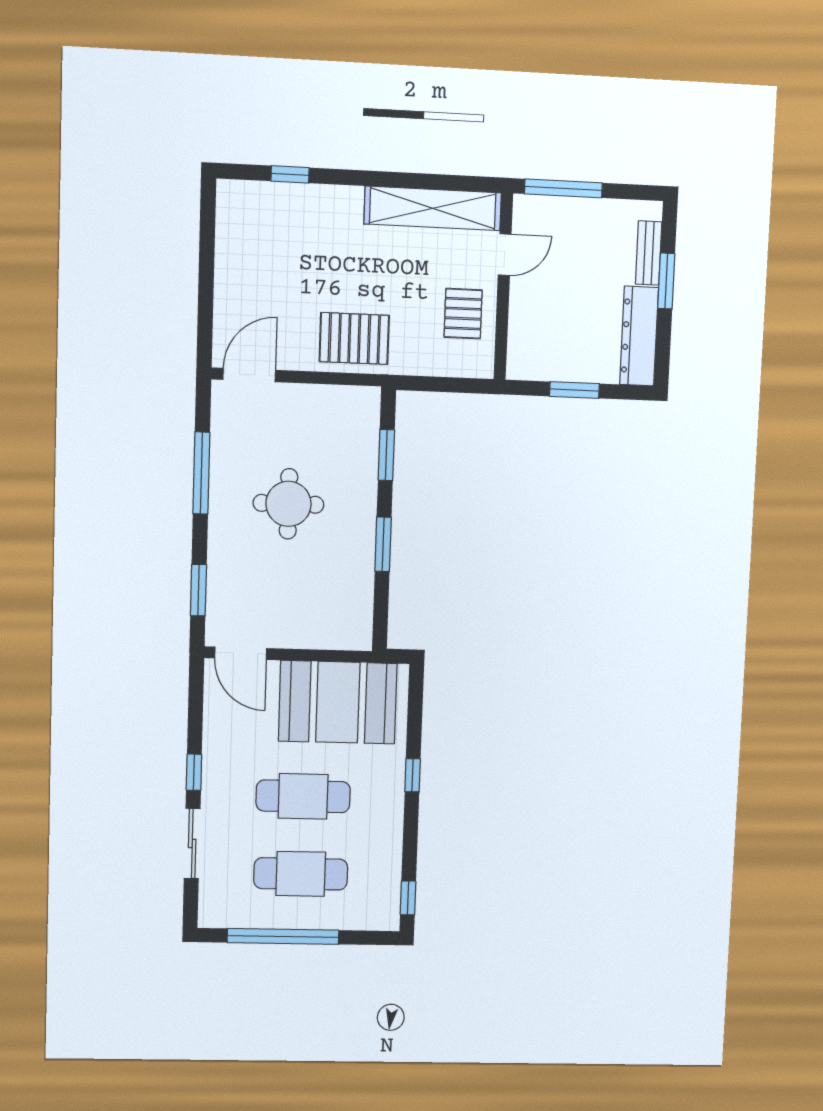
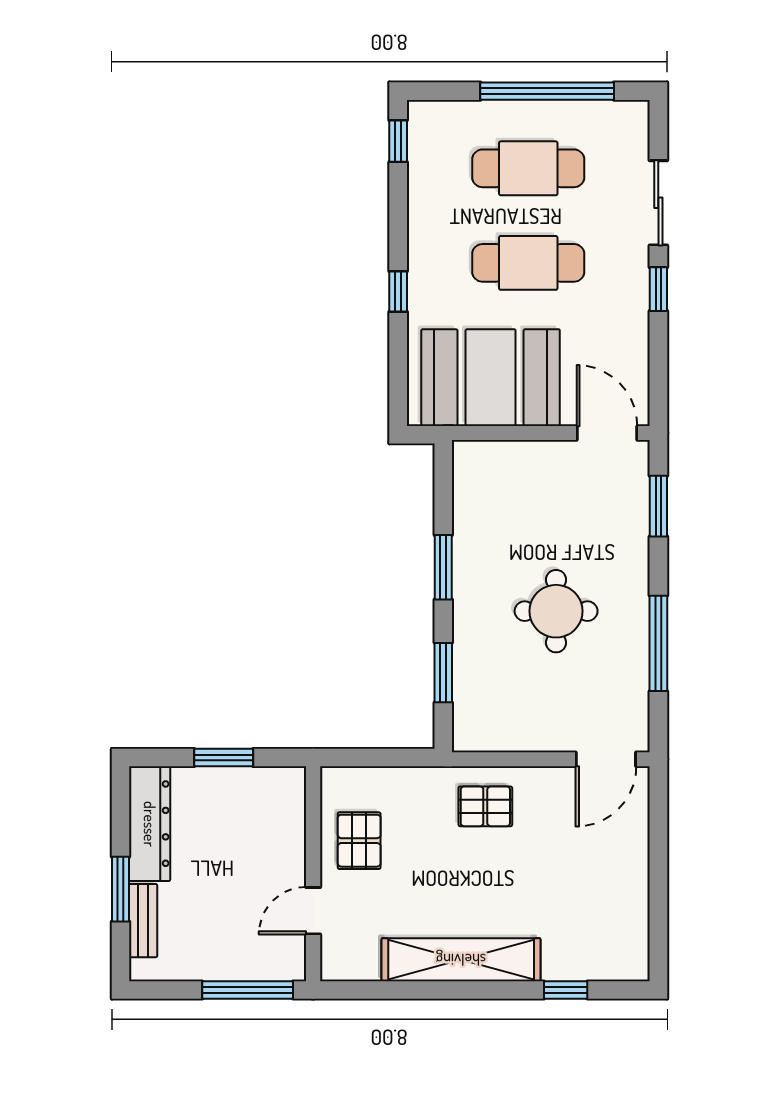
shelving: (433, 208) -> (461, 960), moved
pallet: (354, 338) -> (485, 806), width x0.67, depth x0.71

